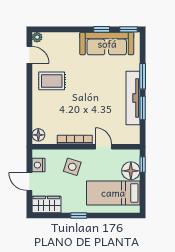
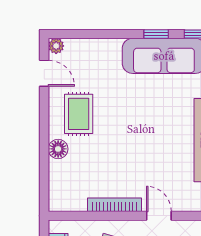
rug: (52, 81) -> (79, 114), turned 90
floor lamp: (38, 135) -> (58, 149), moved

